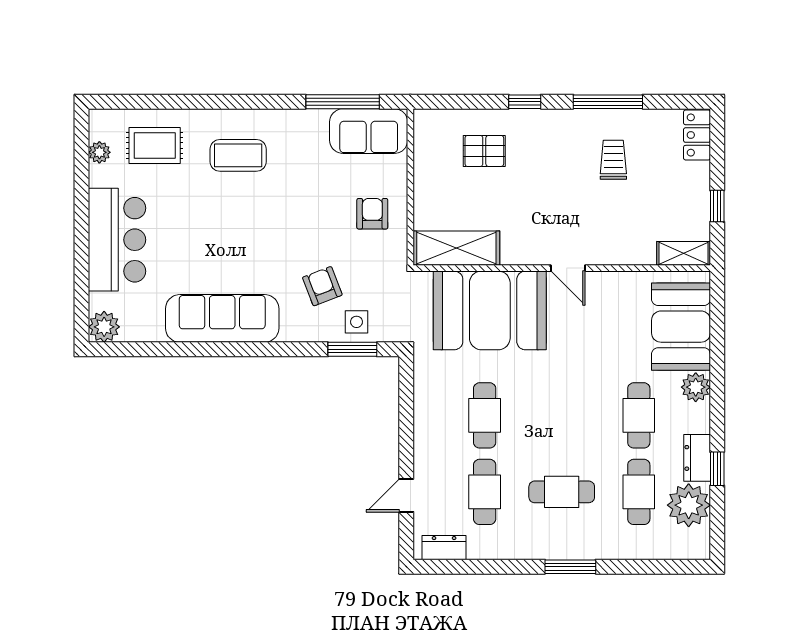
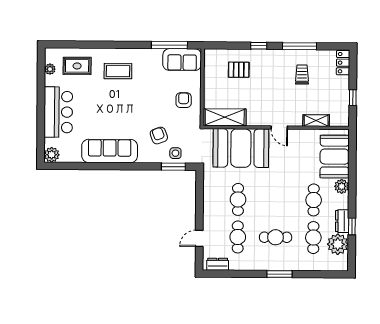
shelving: (684, 253) -> (316, 121), moved

